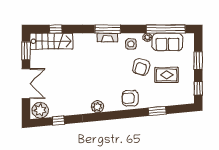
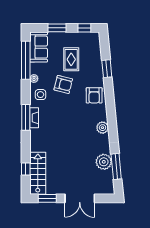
sofa: (167, 42) -> (39, 47), moved
double door: (26, 84) -> (80, 198), swing flipped
plant: (40, 110) -> (104, 162), moved
window: (58, 121) -> (116, 166), width x2.17

